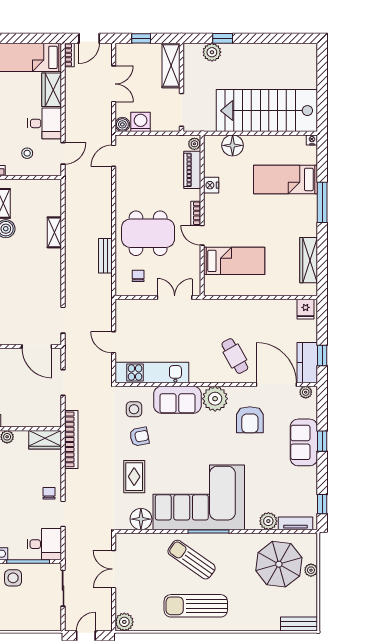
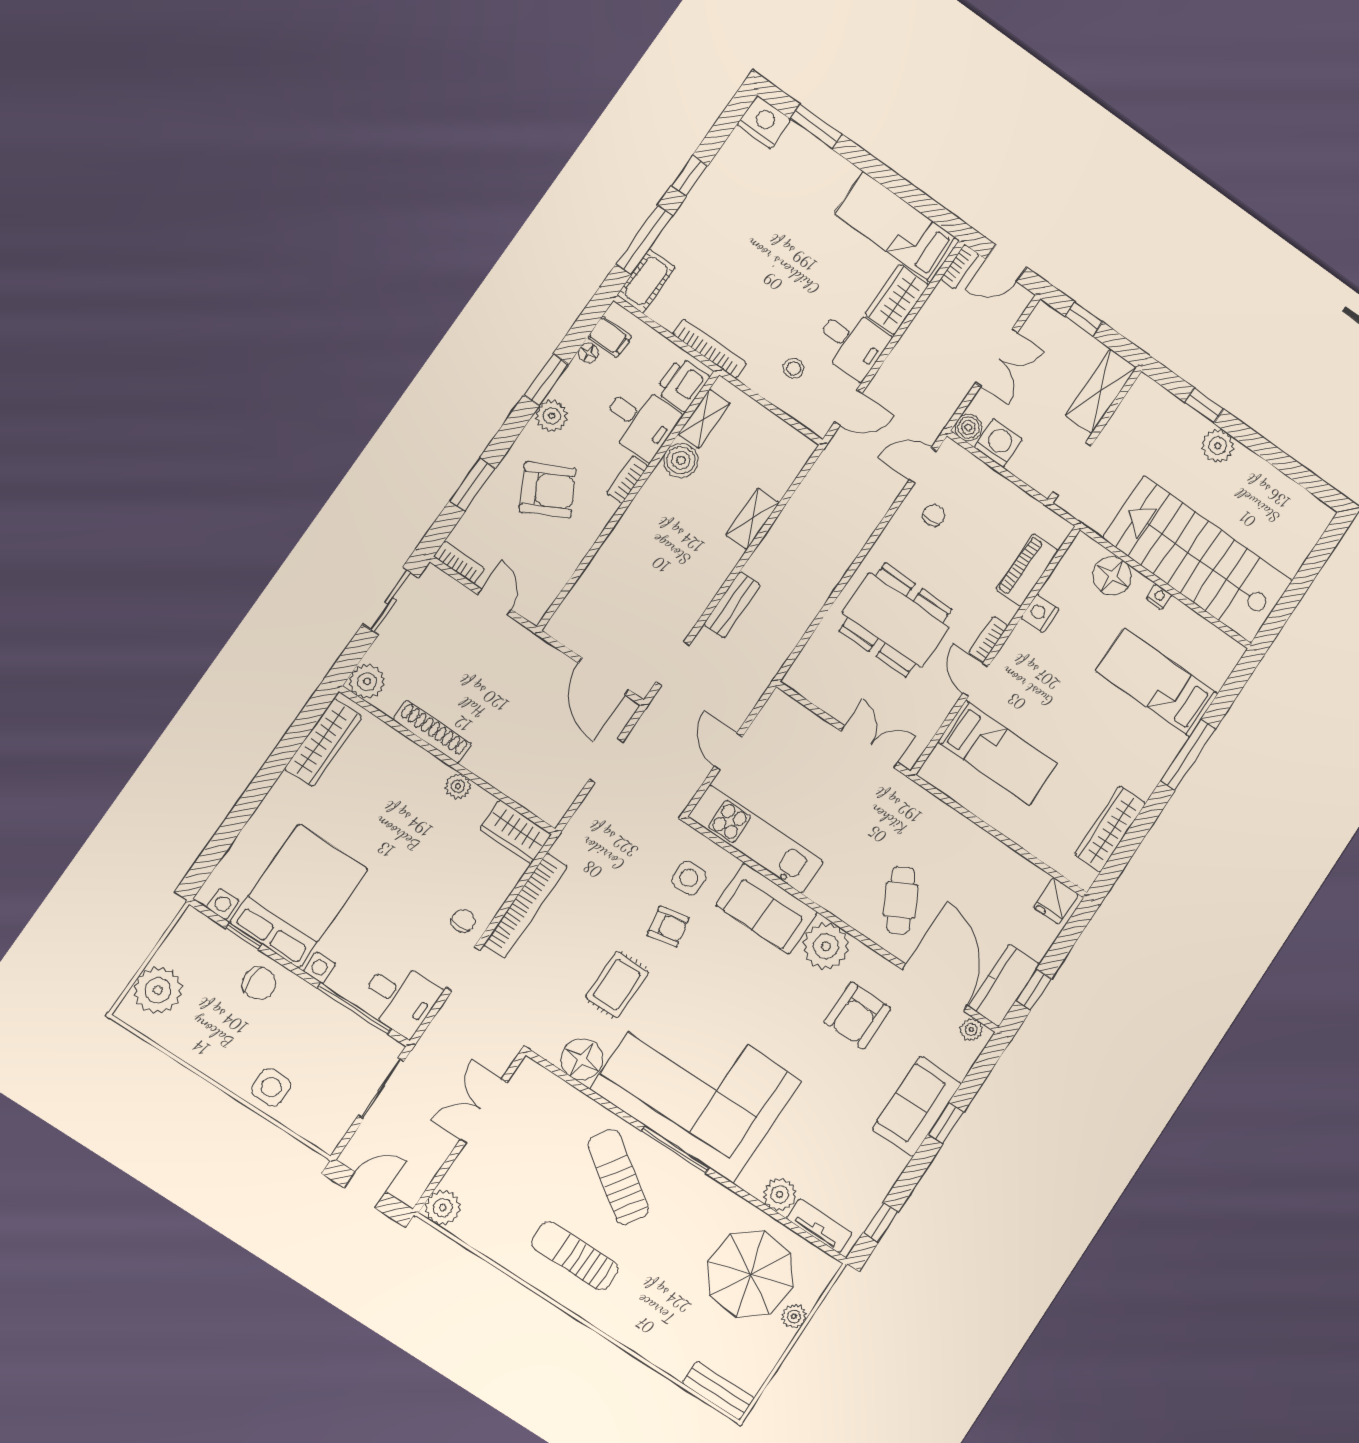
plant: (212, 52) -> (1218, 446), moved
nightstand: (312, 140) -> (1159, 597), moved
plant: (194, 144) -> (1057, 533), removed
bench: (105, 256) -> (732, 605), moved
chair: (138, 276) -> (934, 515), moved
bookcase: (71, 439) -> (526, 905), moved
side table: (13, 578) -> (271, 1087), moved
sun lounger: (196, 606) -> (575, 1256), width x0.73, depth x0.75

